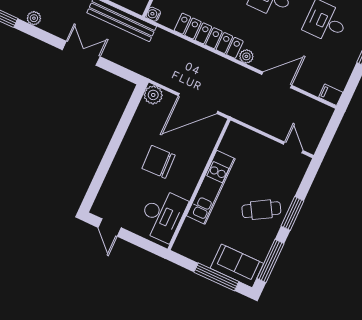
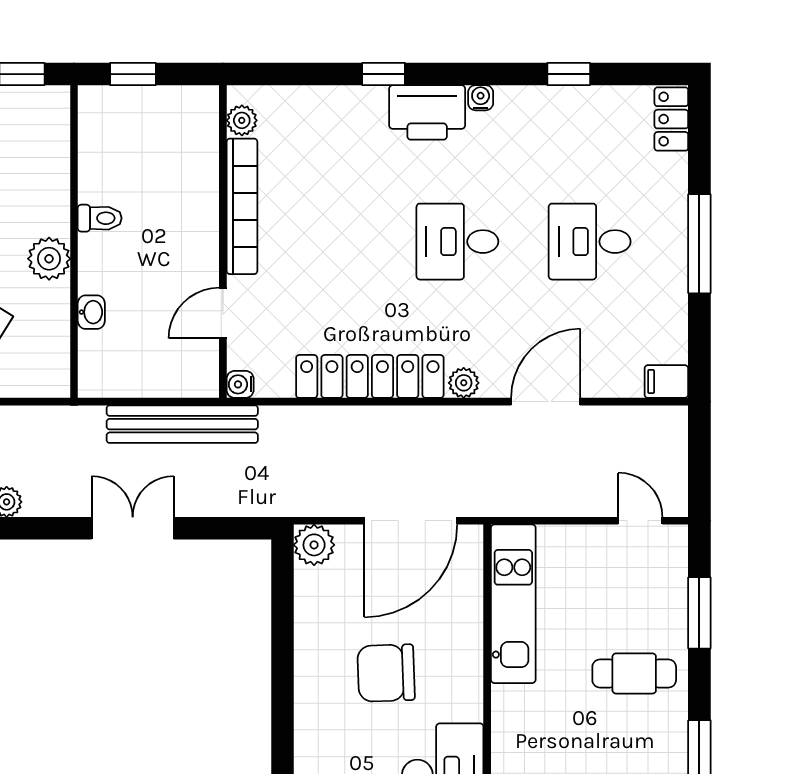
kitchen unit: (211, 187) -> (513, 604), moved
cafe table: (261, 210) -> (634, 673), turned 31
window: (292, 213) -> (699, 613), moved

